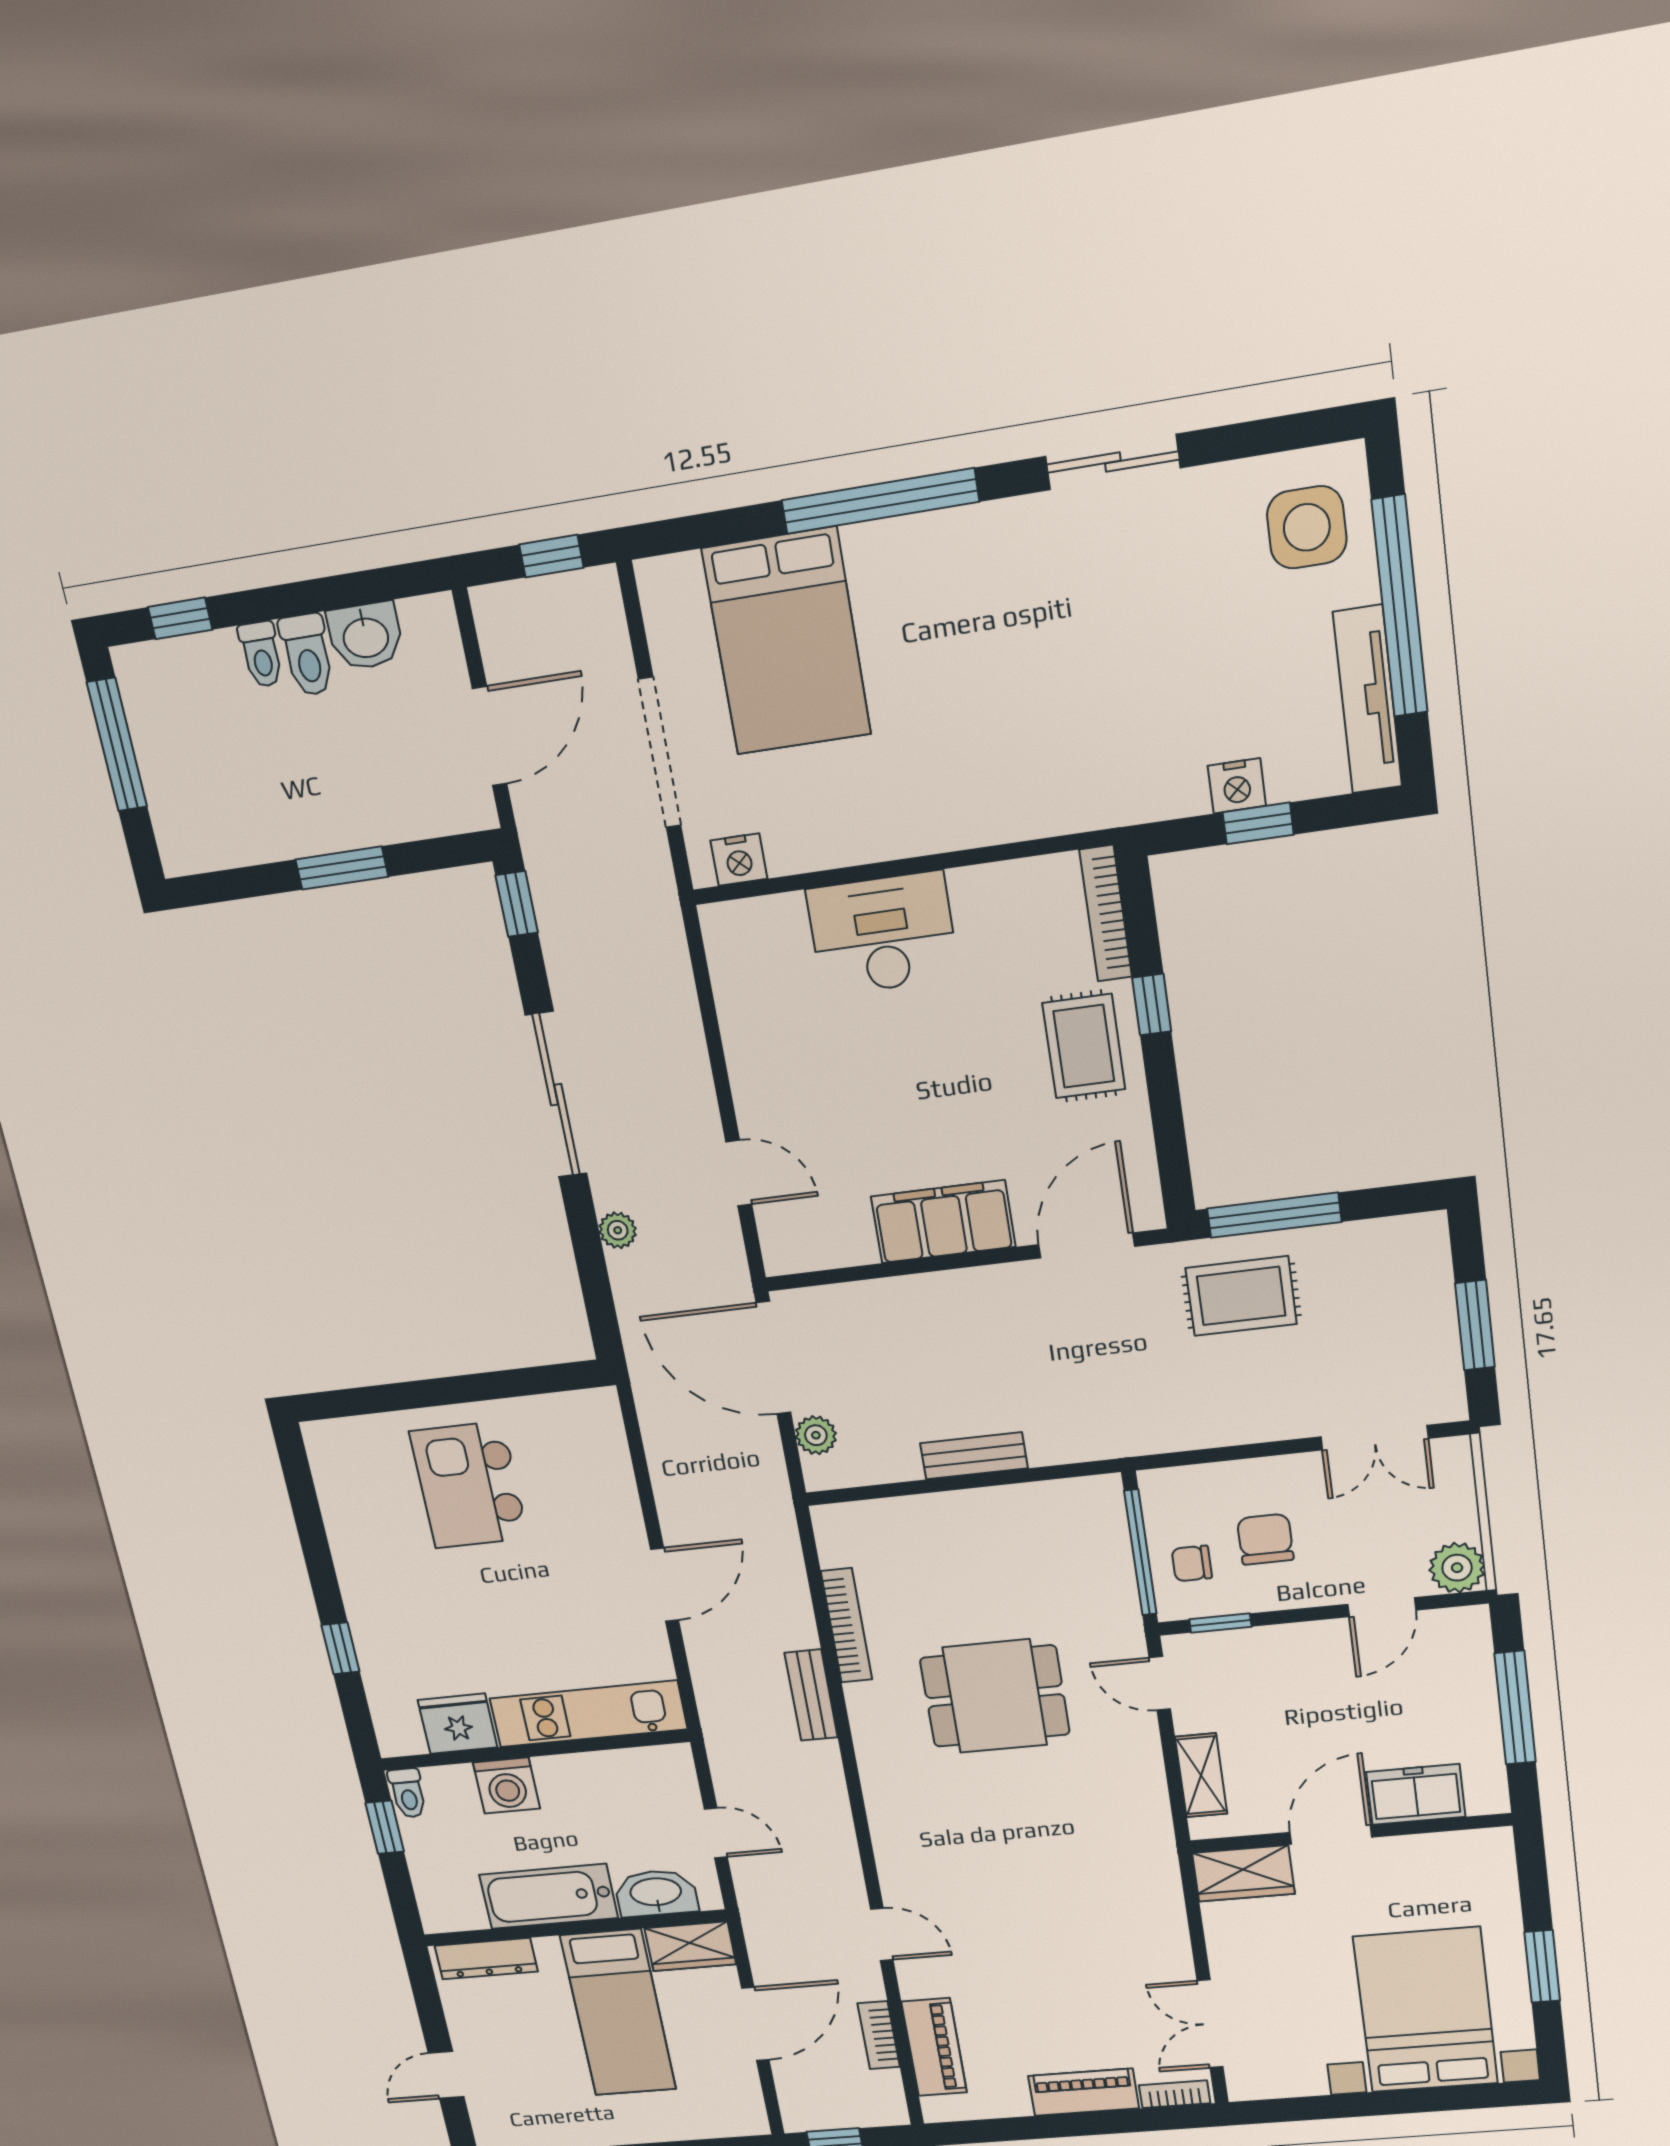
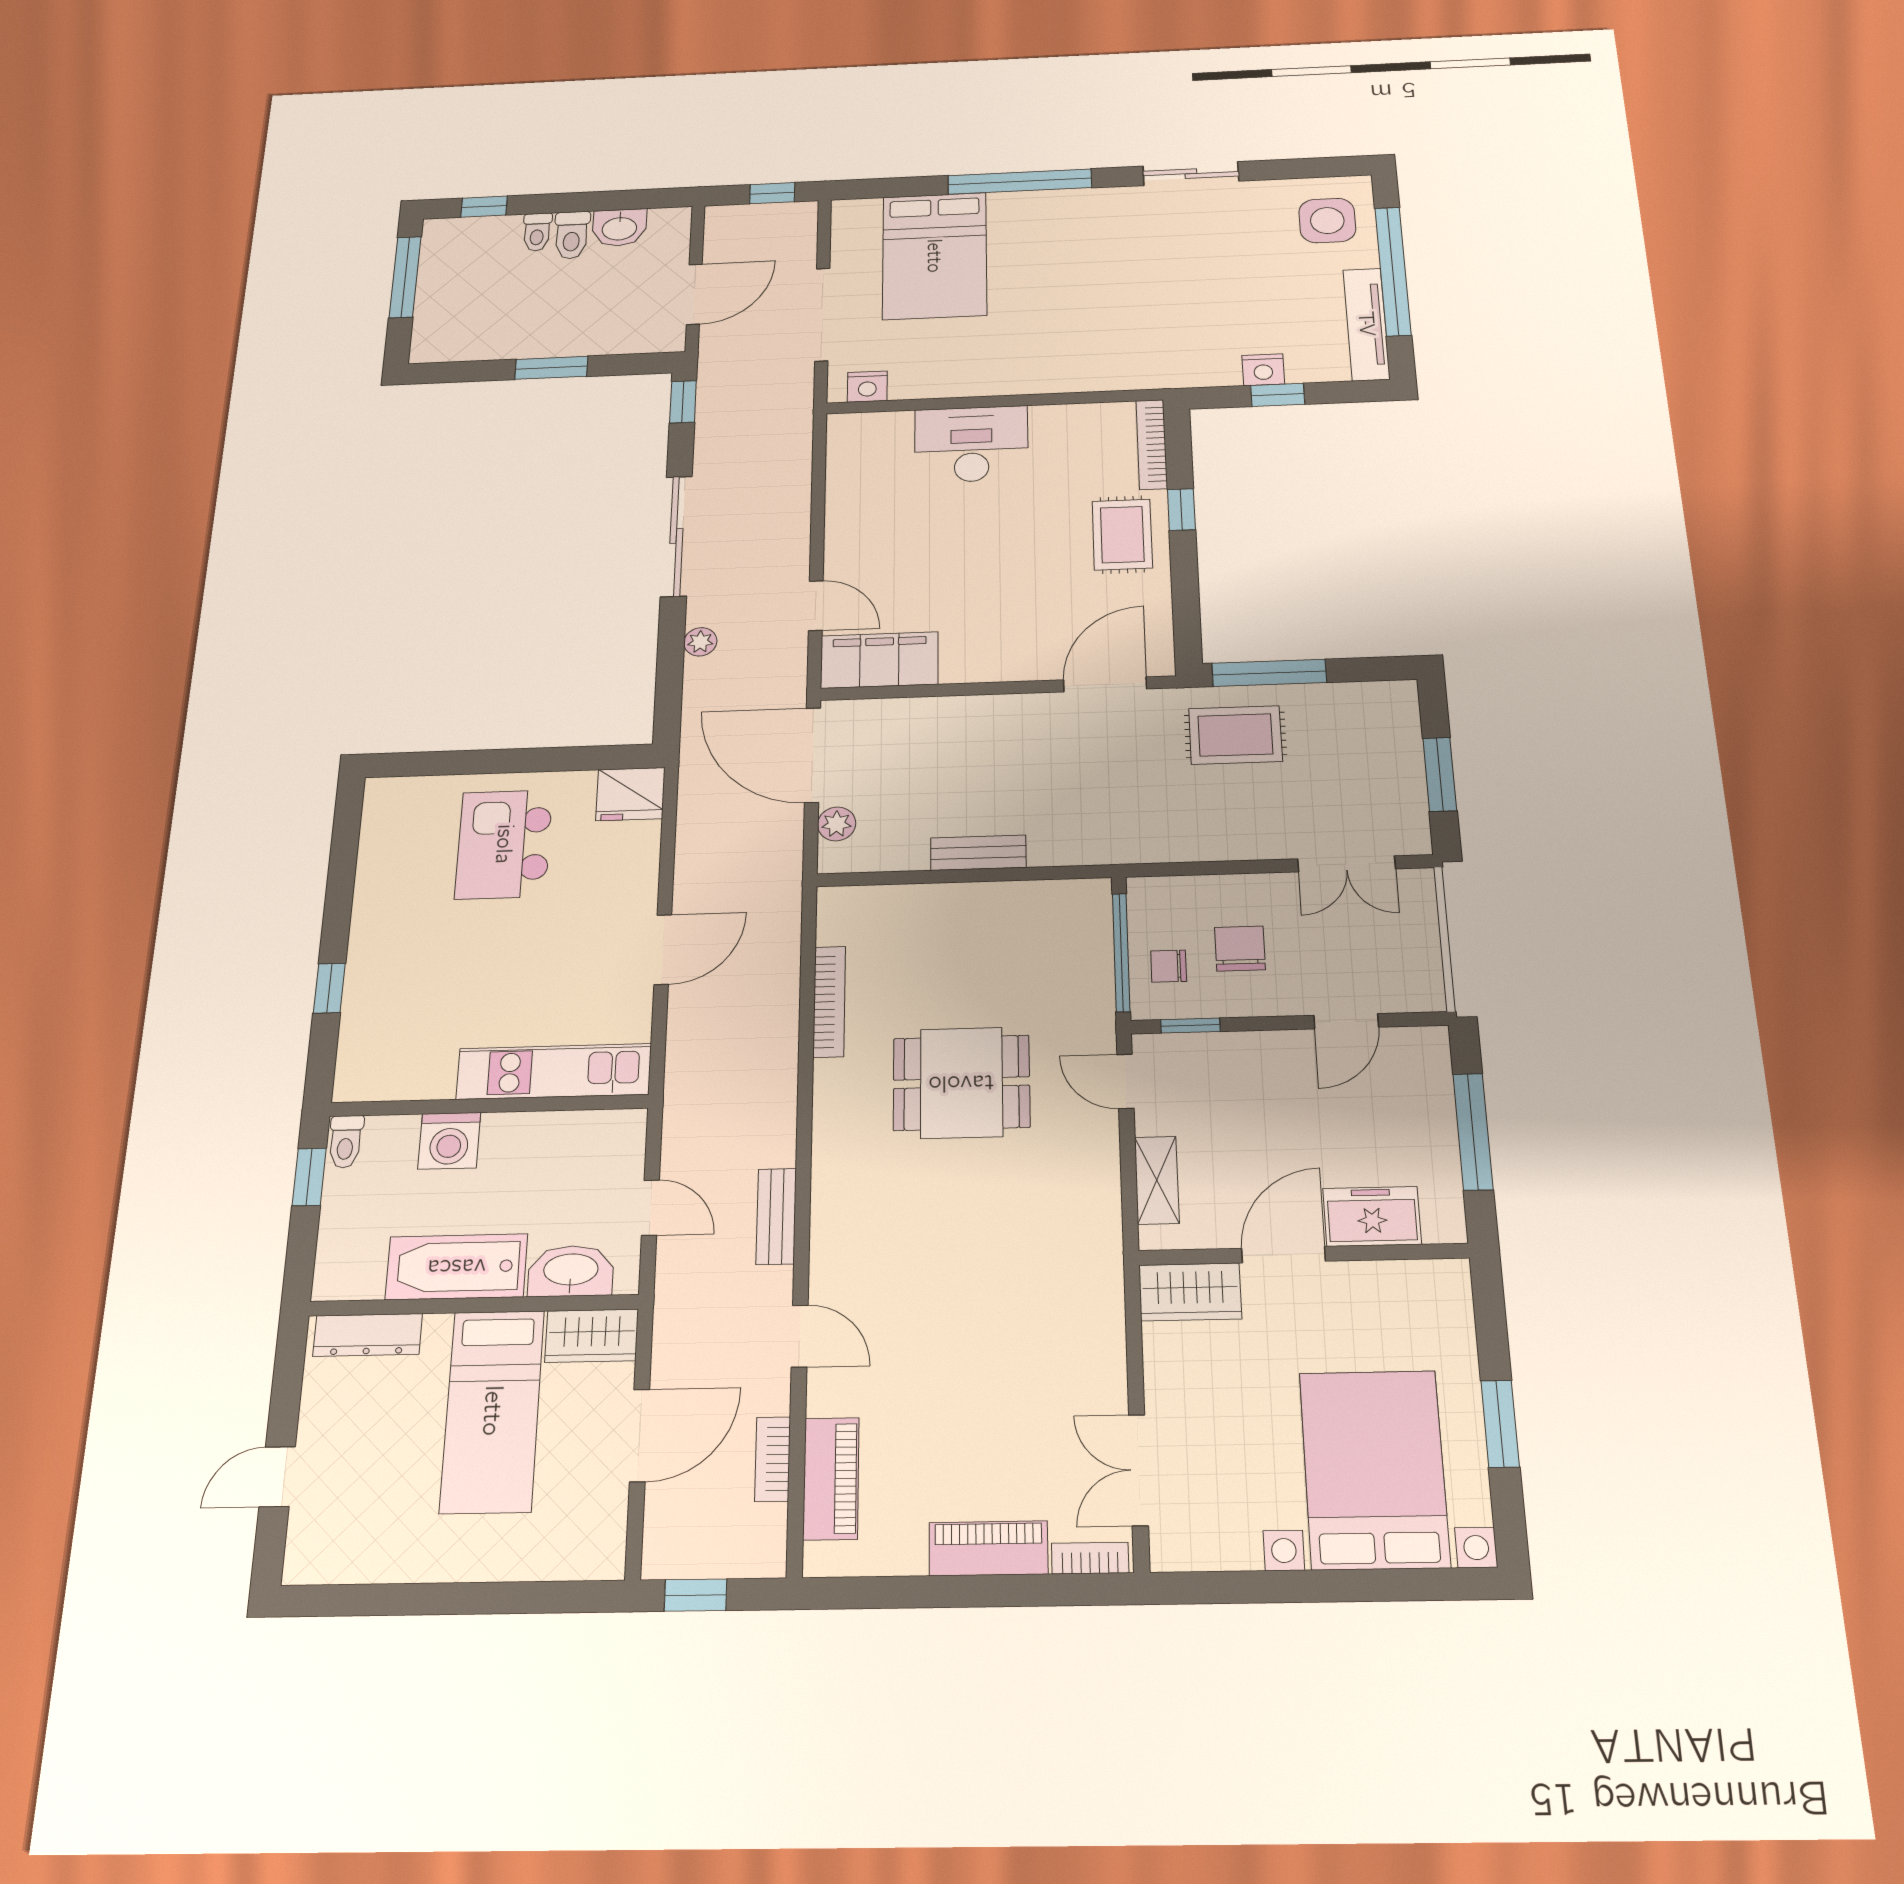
filing cabinet: (943, 1222) -> (879, 660), moved
plant: (1457, 1568) -> (1419, 989), removed
bench: (811, 1695) -> (776, 1216), moved
fridge: (458, 1724) -> (630, 794), moved, turned 180

